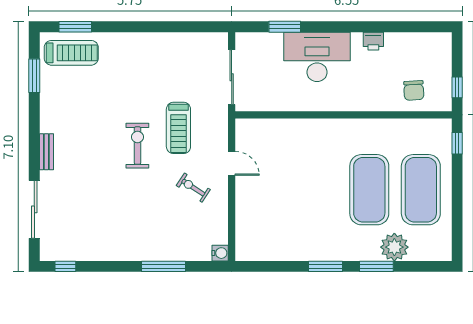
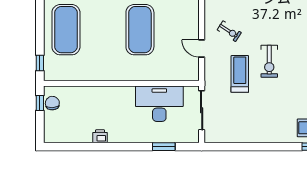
desk: (317, 57) -> (159, 104), moved, turned 180
chair: (414, 90) -> (52, 103), moved
exercise mat: (369, 190) -> (140, 30), moved

